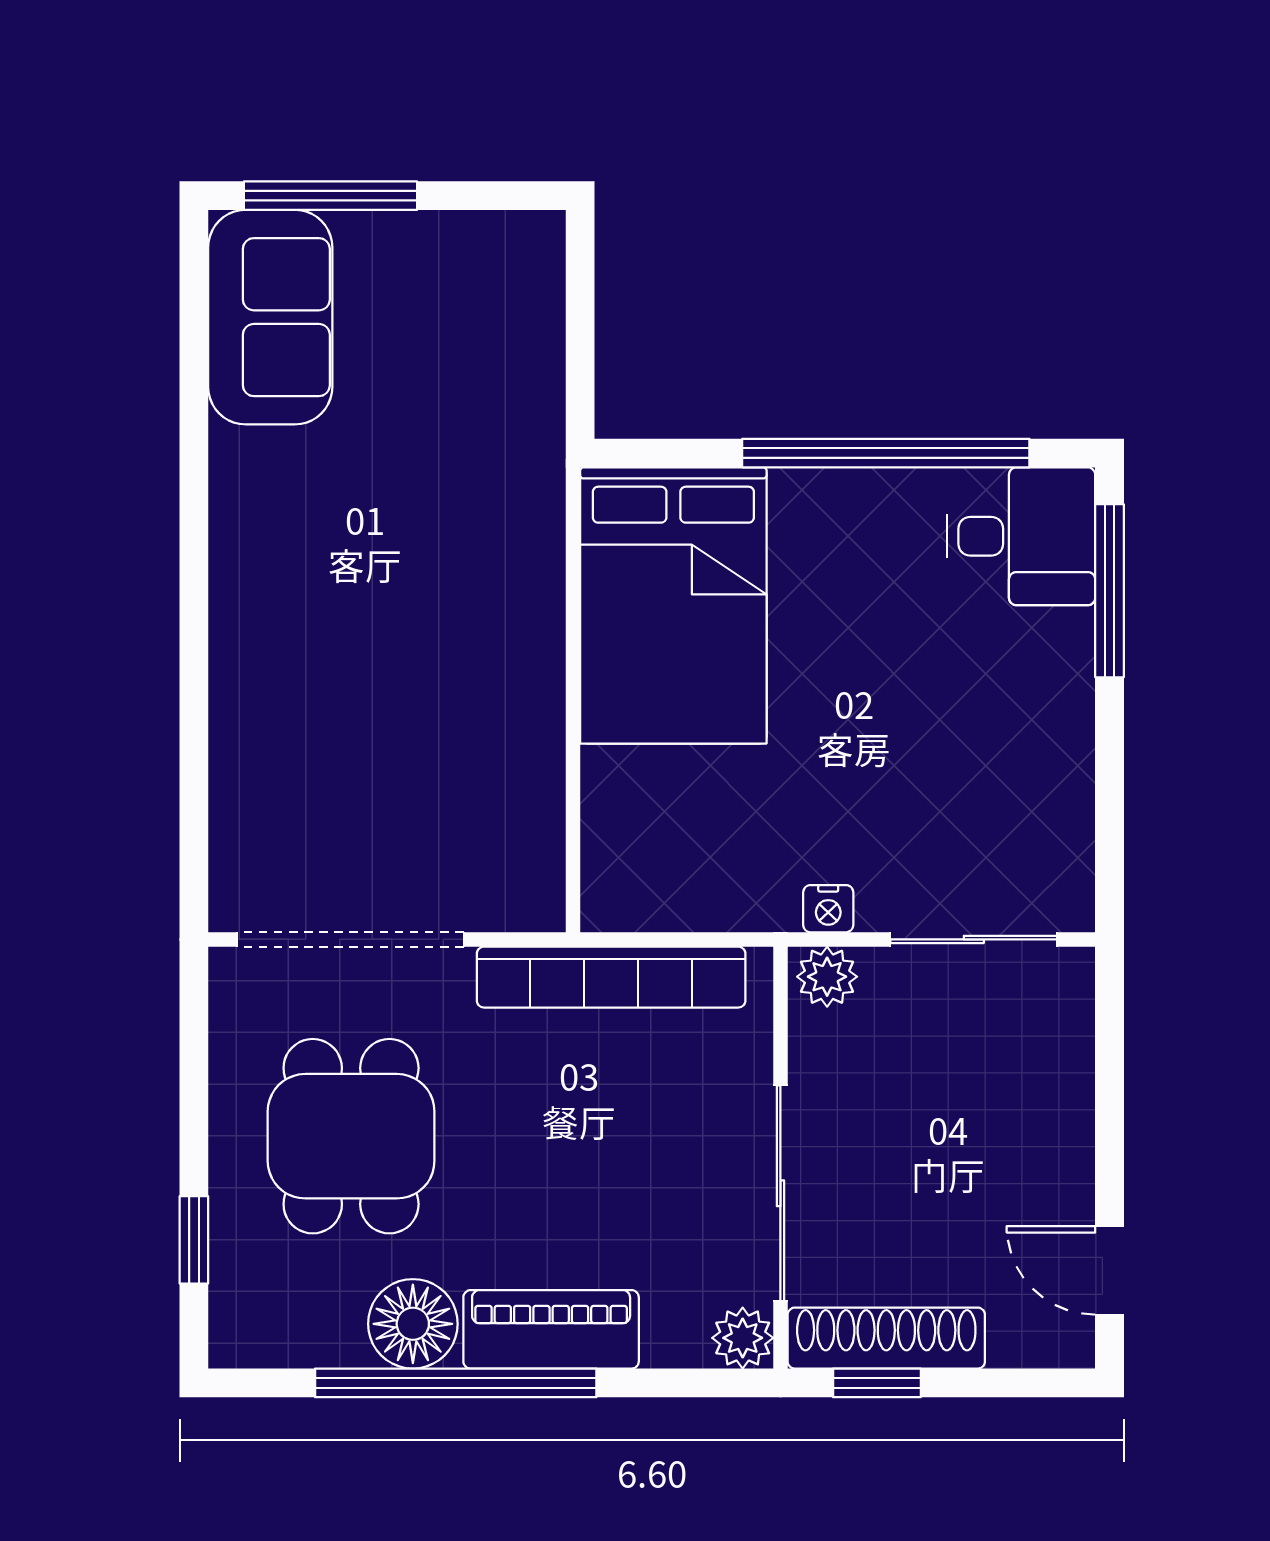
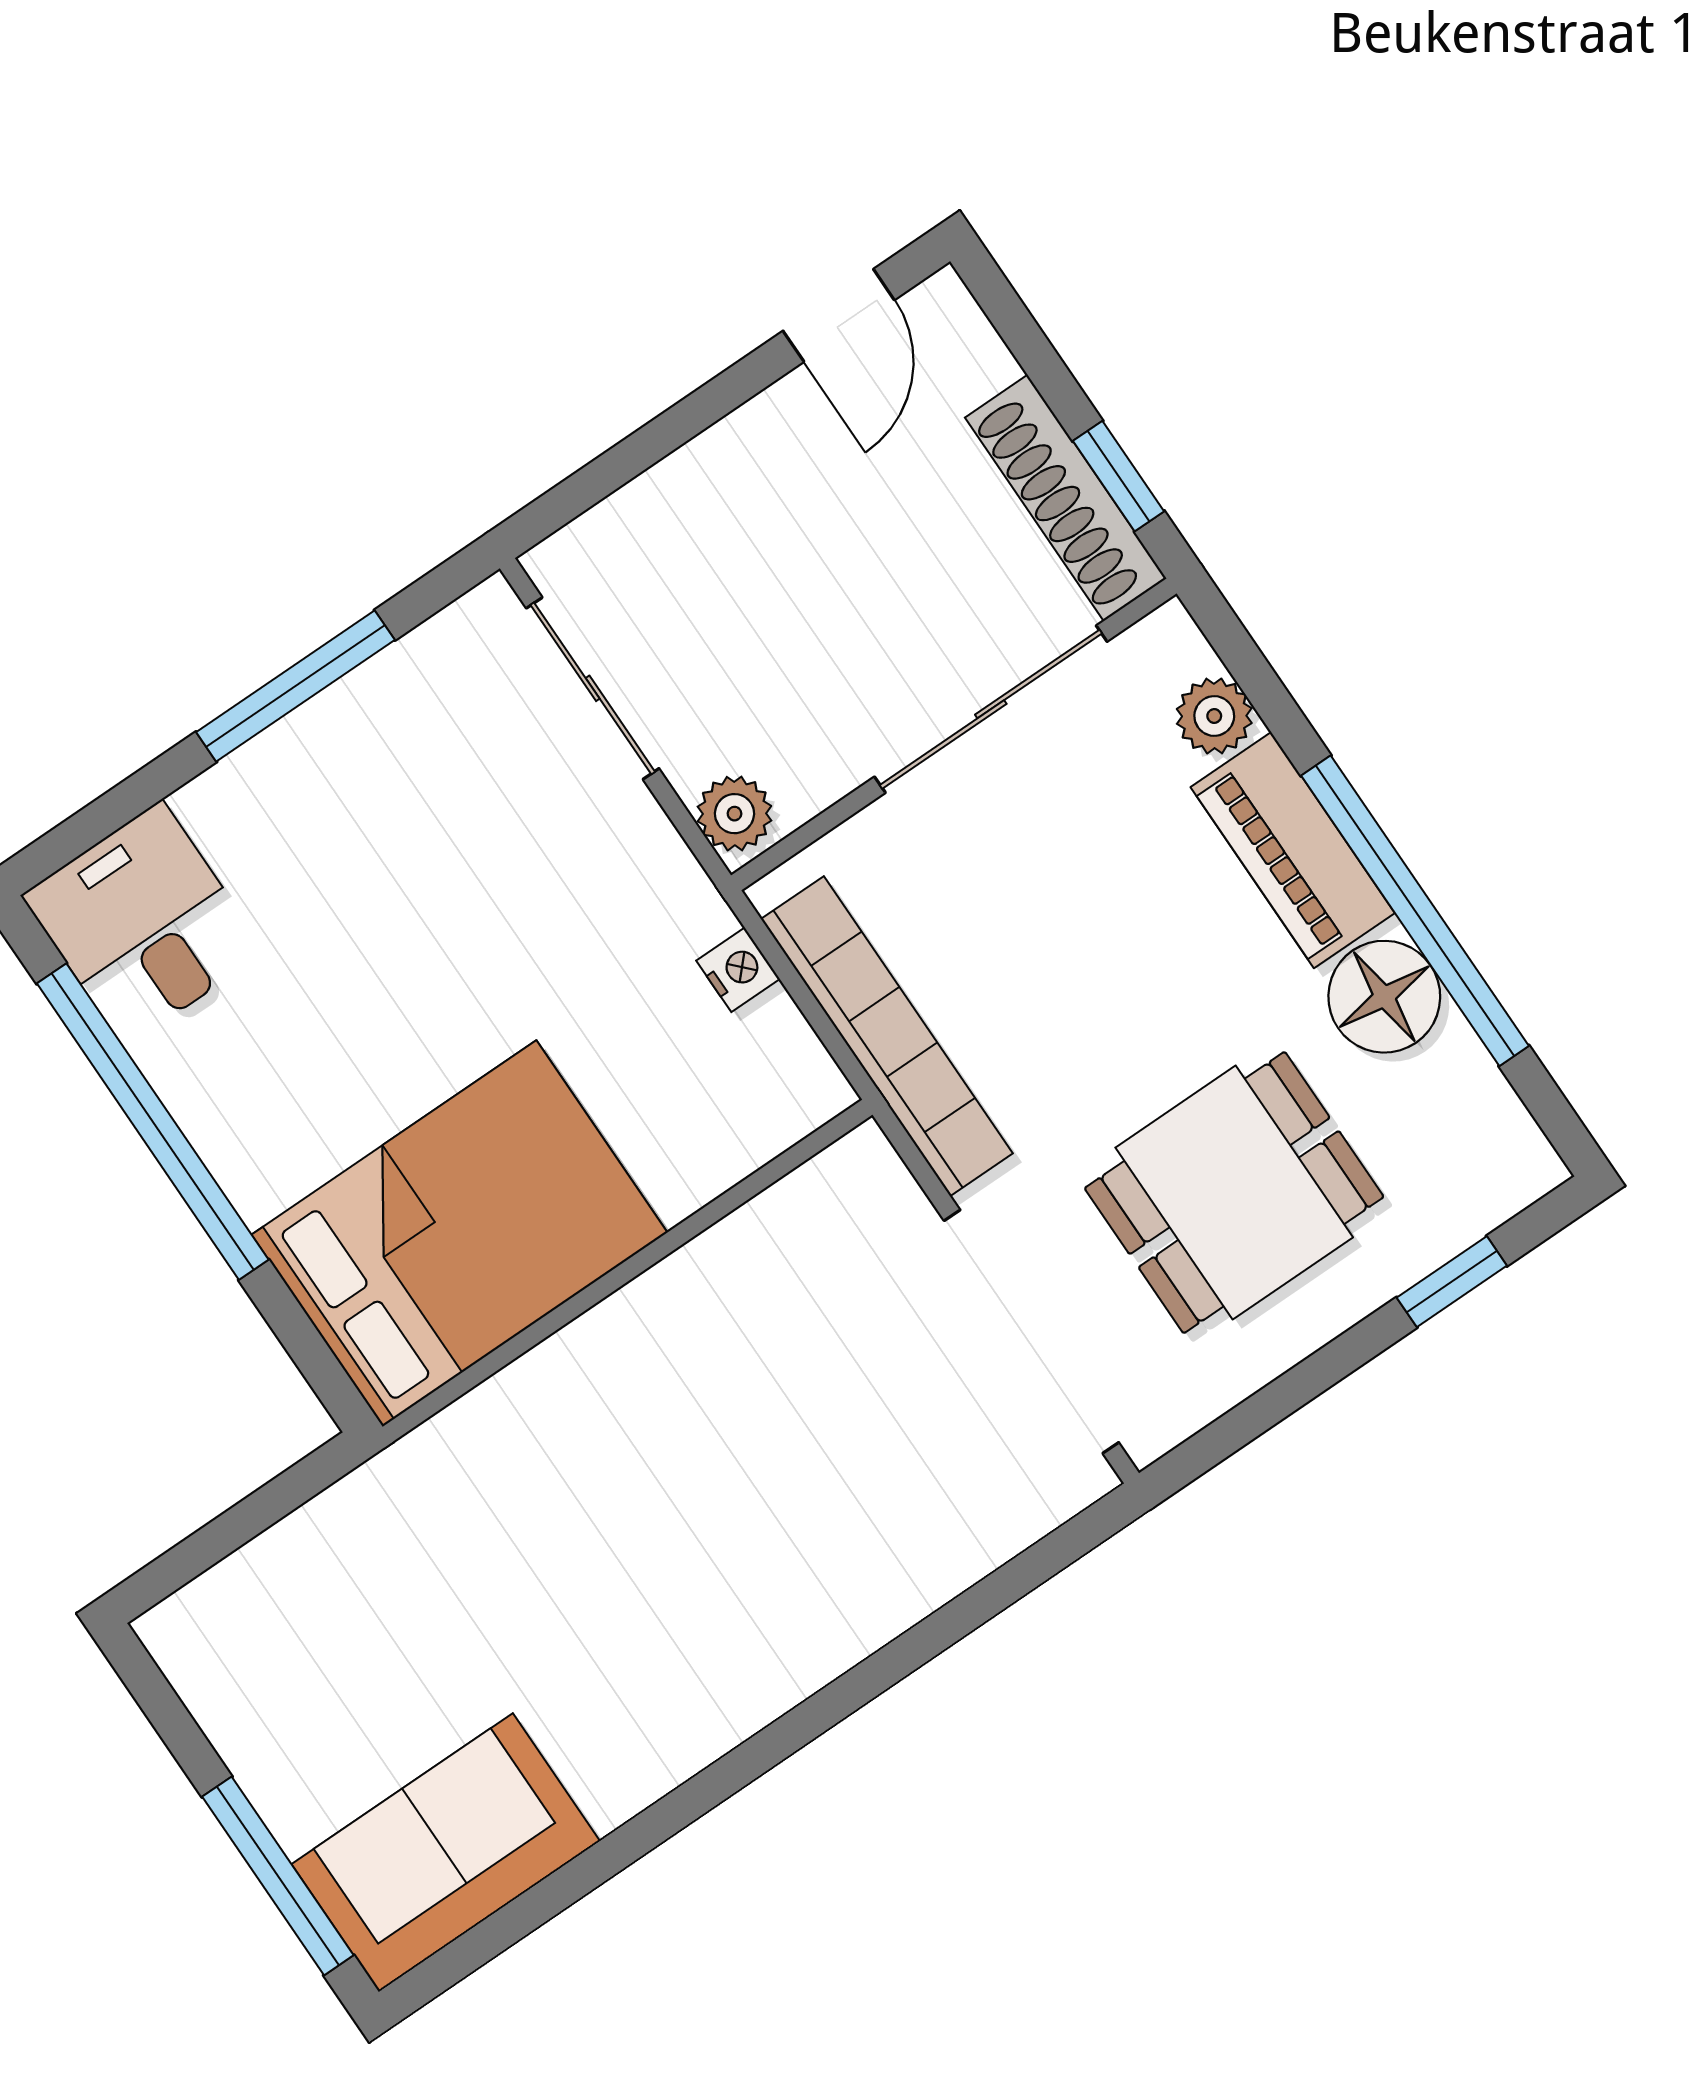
window: (1109, 591) -> (295, 686), moved
nightstand: (828, 909) -> (738, 970), moved
plant: (743, 1338) -> (1214, 716), moved

